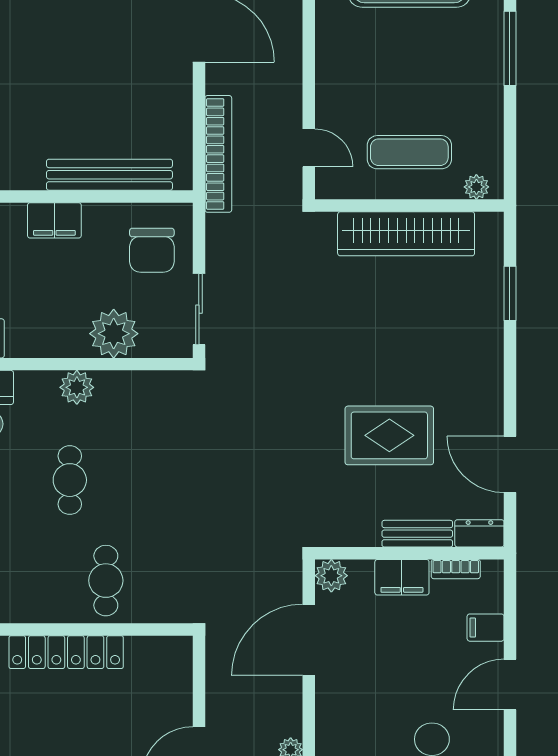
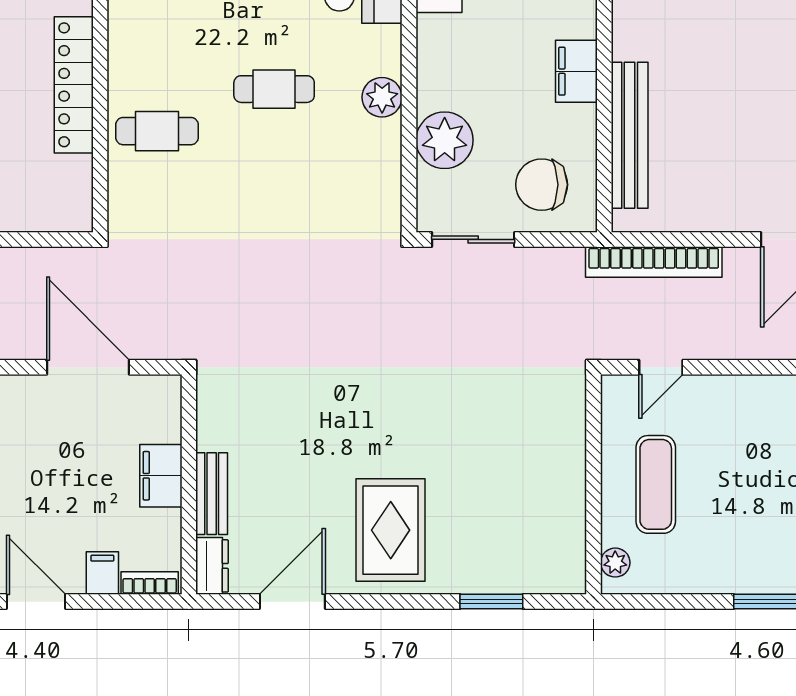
wardrobe: (406, 234) -> (561, 481), removed
rug: (389, 435) -> (391, 530), moved
bookcase: (456, 569) -> (150, 583), moved, turned 90
plant: (331, 576) -> (163, 393), removed

